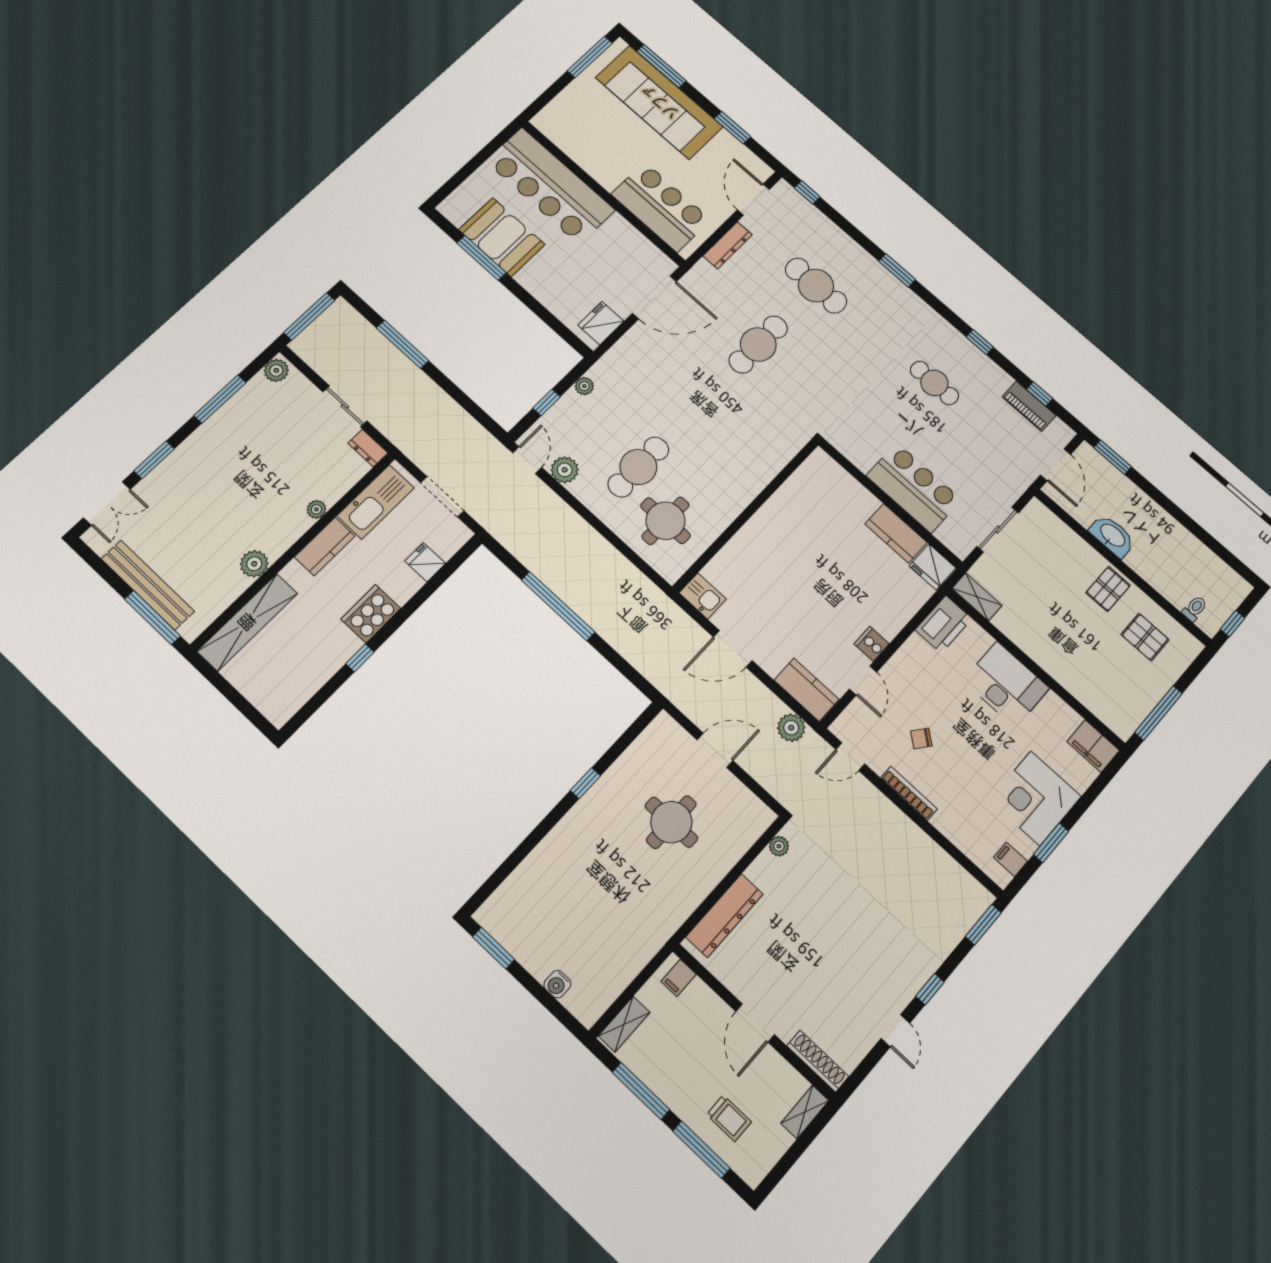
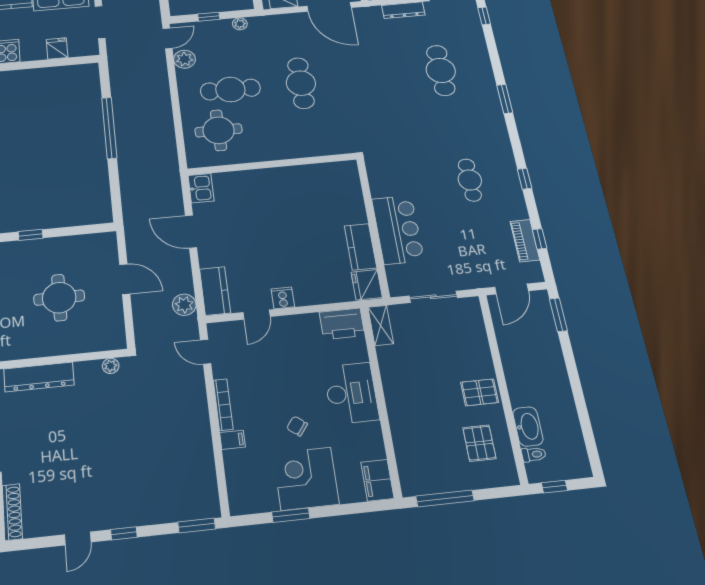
cafe table: (758, 344) -> (301, 83), moved, turned 90
washbasin: (1112, 536) -> (528, 426), moved
chair: (921, 739) -> (297, 426), moved
filing cabinet: (1011, 859) -> (233, 440), moved, turned 90

